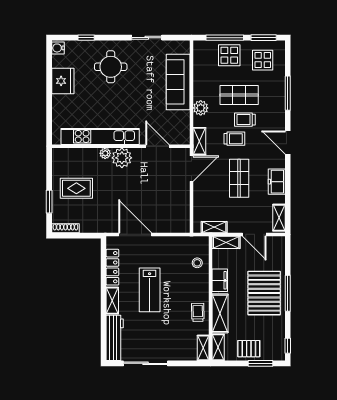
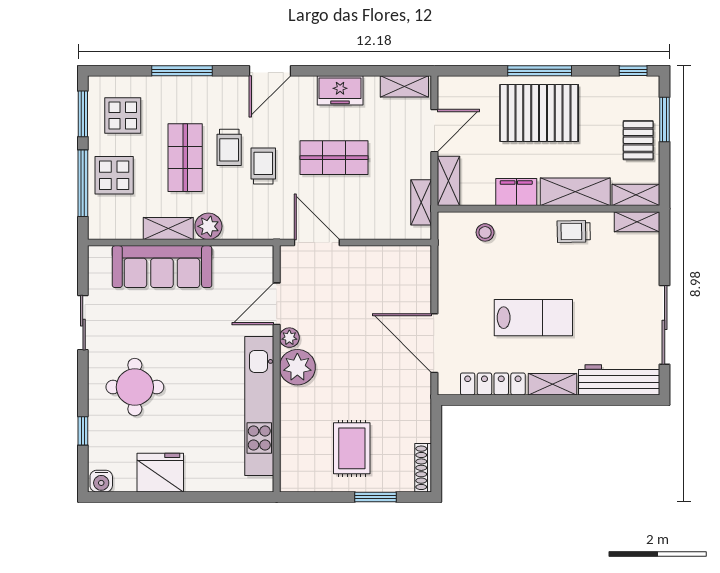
shelving: (199, 141) -> (168, 229), moved
plant: (105, 153) -> (289, 338), moved
door: (135, 234) -> (434, 343), hinge flipped

